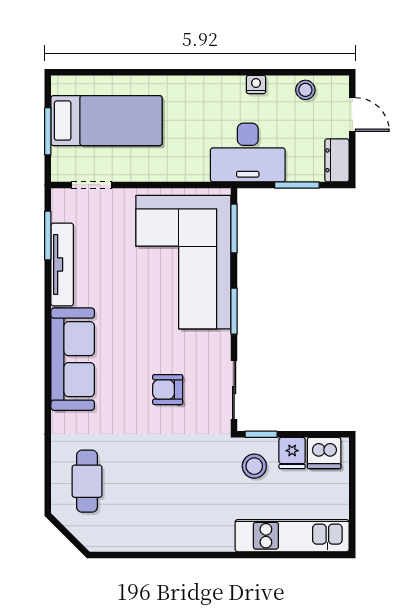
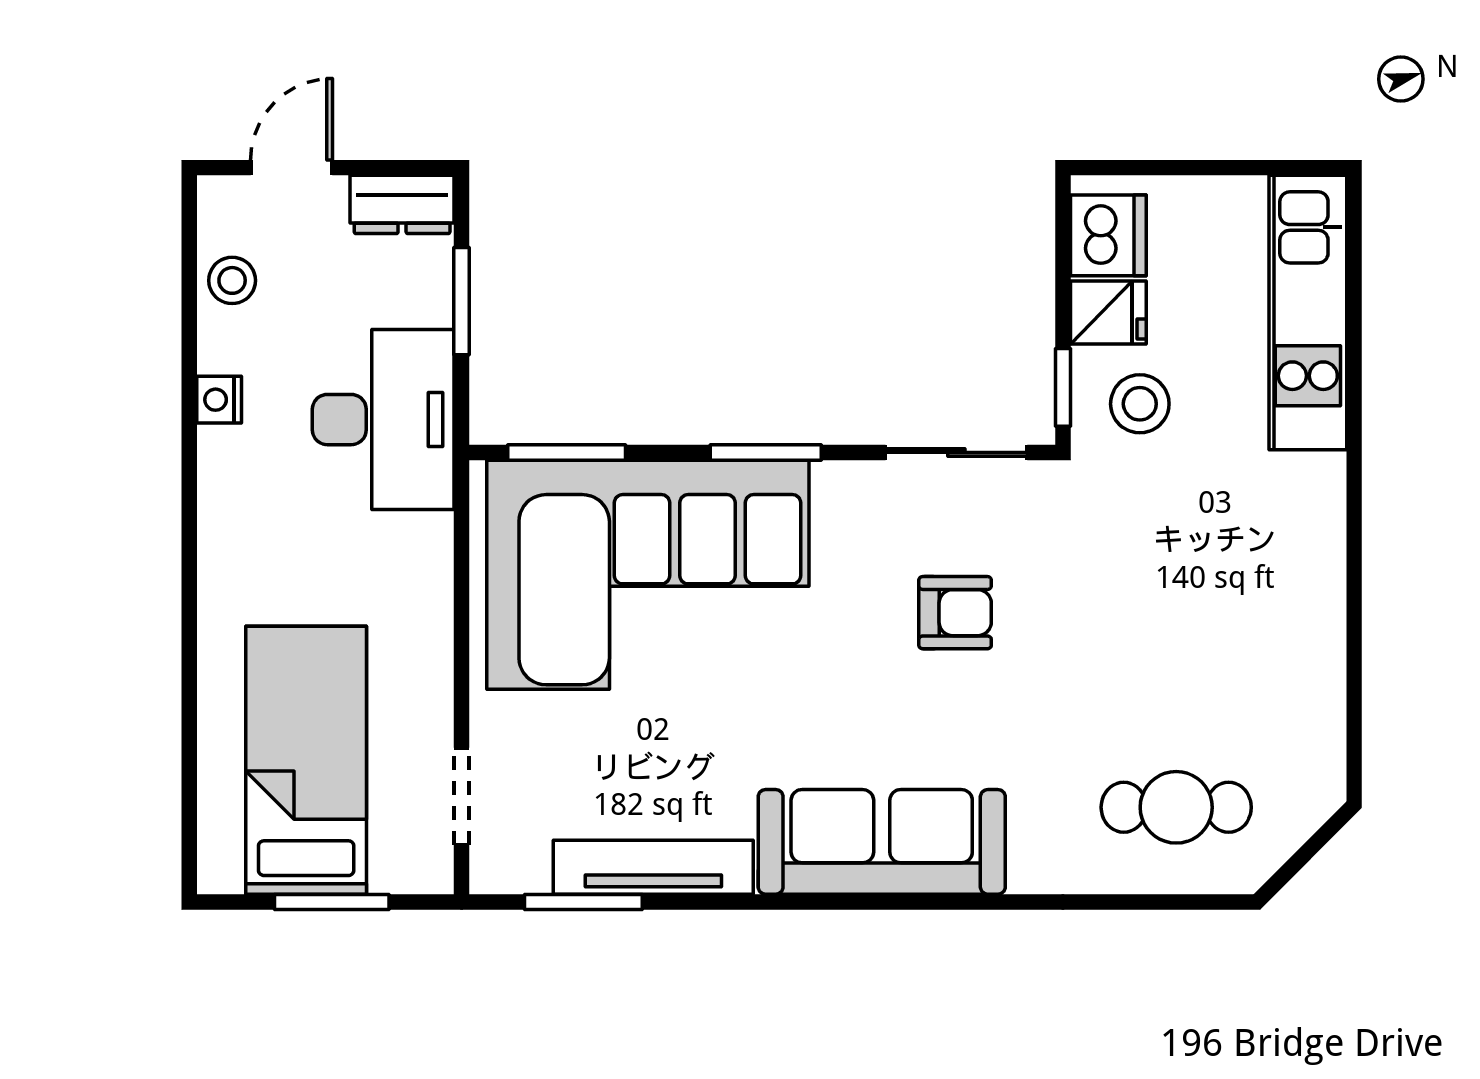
armchair: (168, 390) -> (955, 613), turned -90

